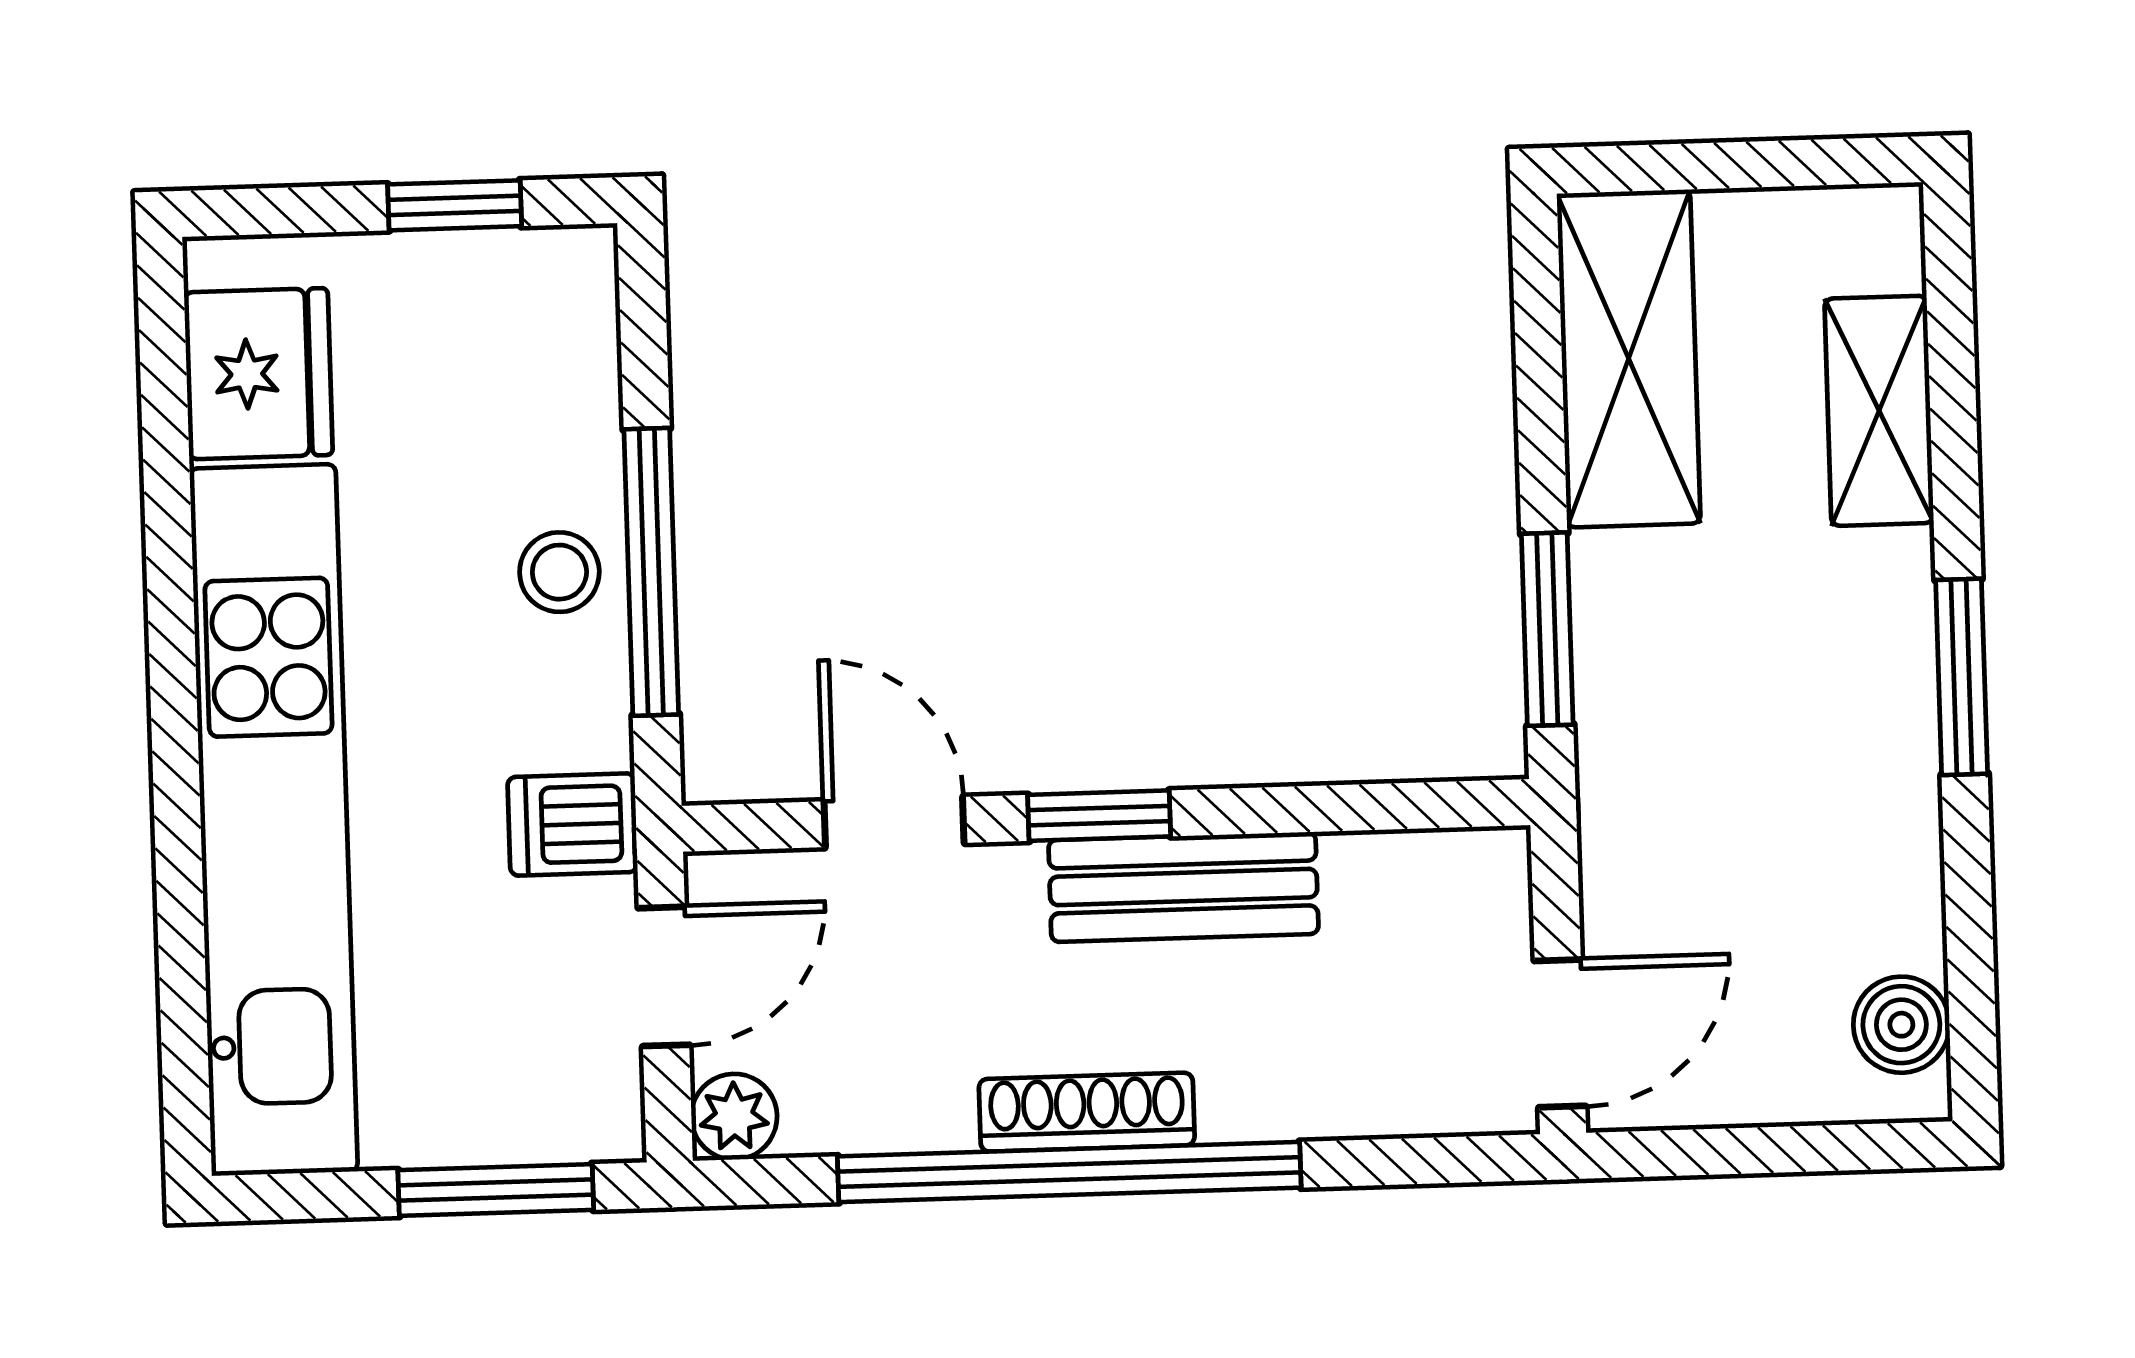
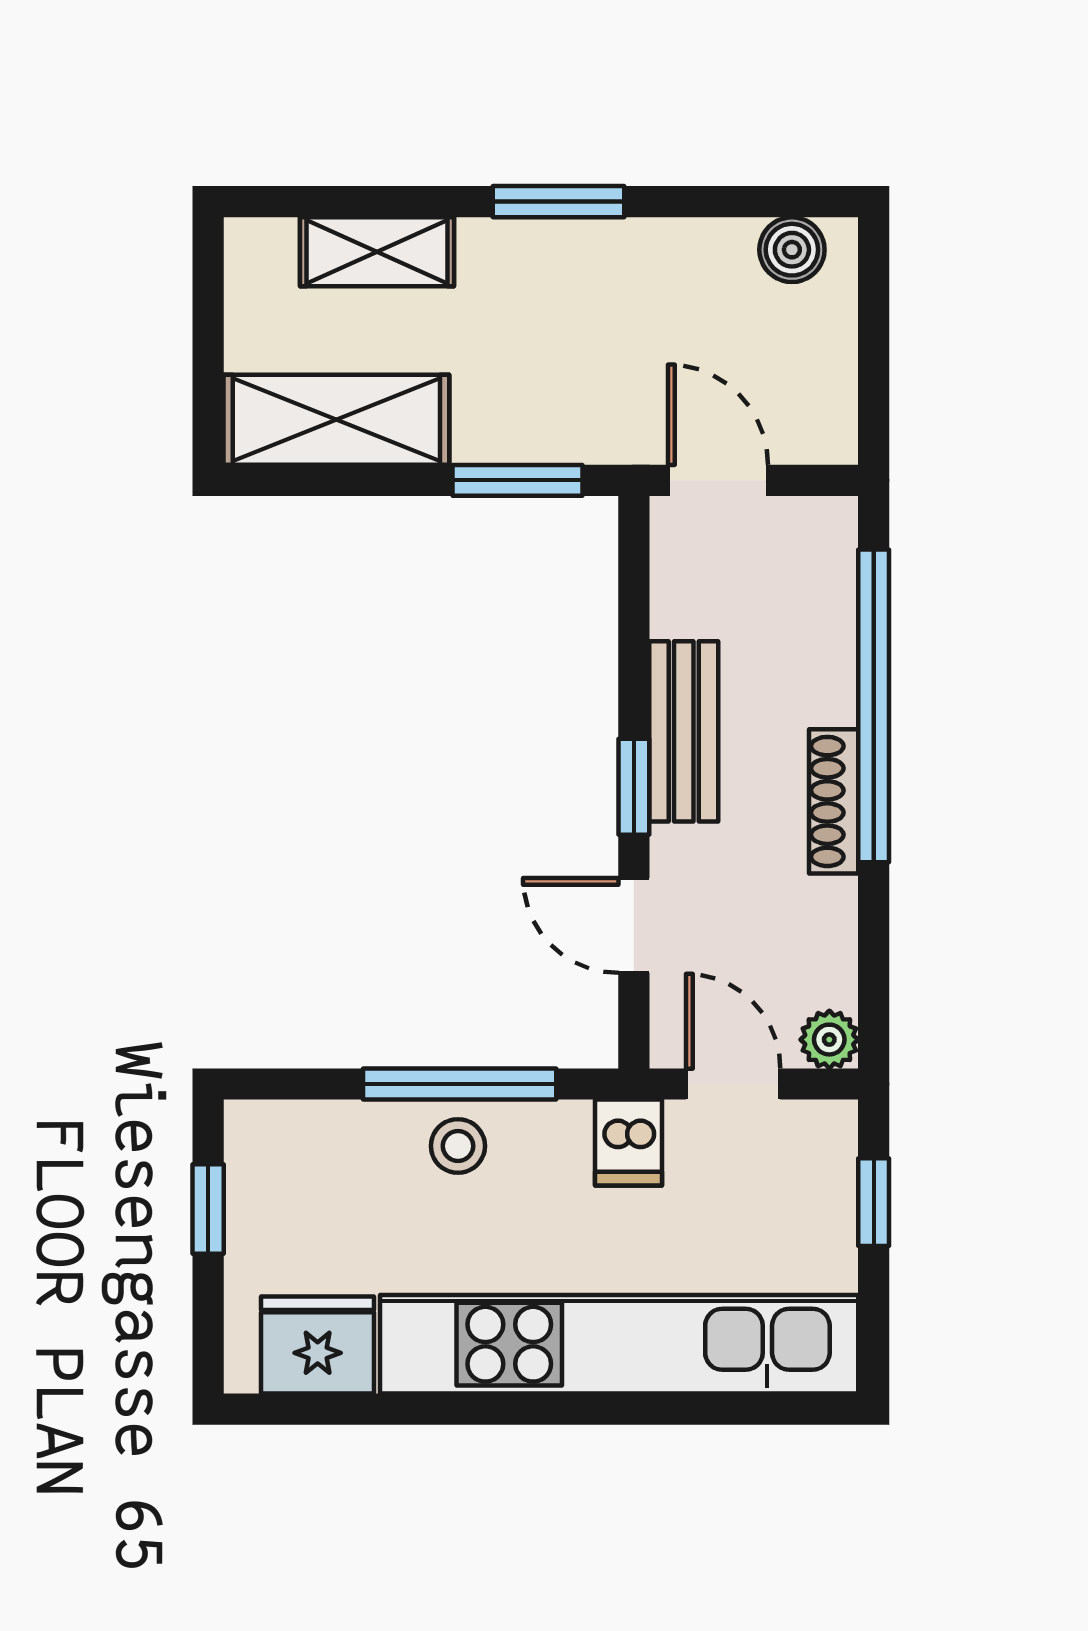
door: (894, 822) -> (634, 925), hinge flipped
door: (1560, 1033) -> (718, 480), moved
window: (1069, 1172) -> (874, 706), moved
window: (496, 1190) -> (874, 1202), width x0.67

